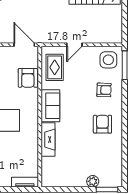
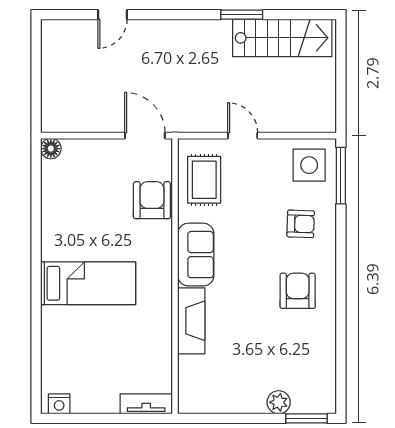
door: (74, 45) -> (243, 136), swing flipped
armchair: (28, 78) -> (152, 200), turned 180

